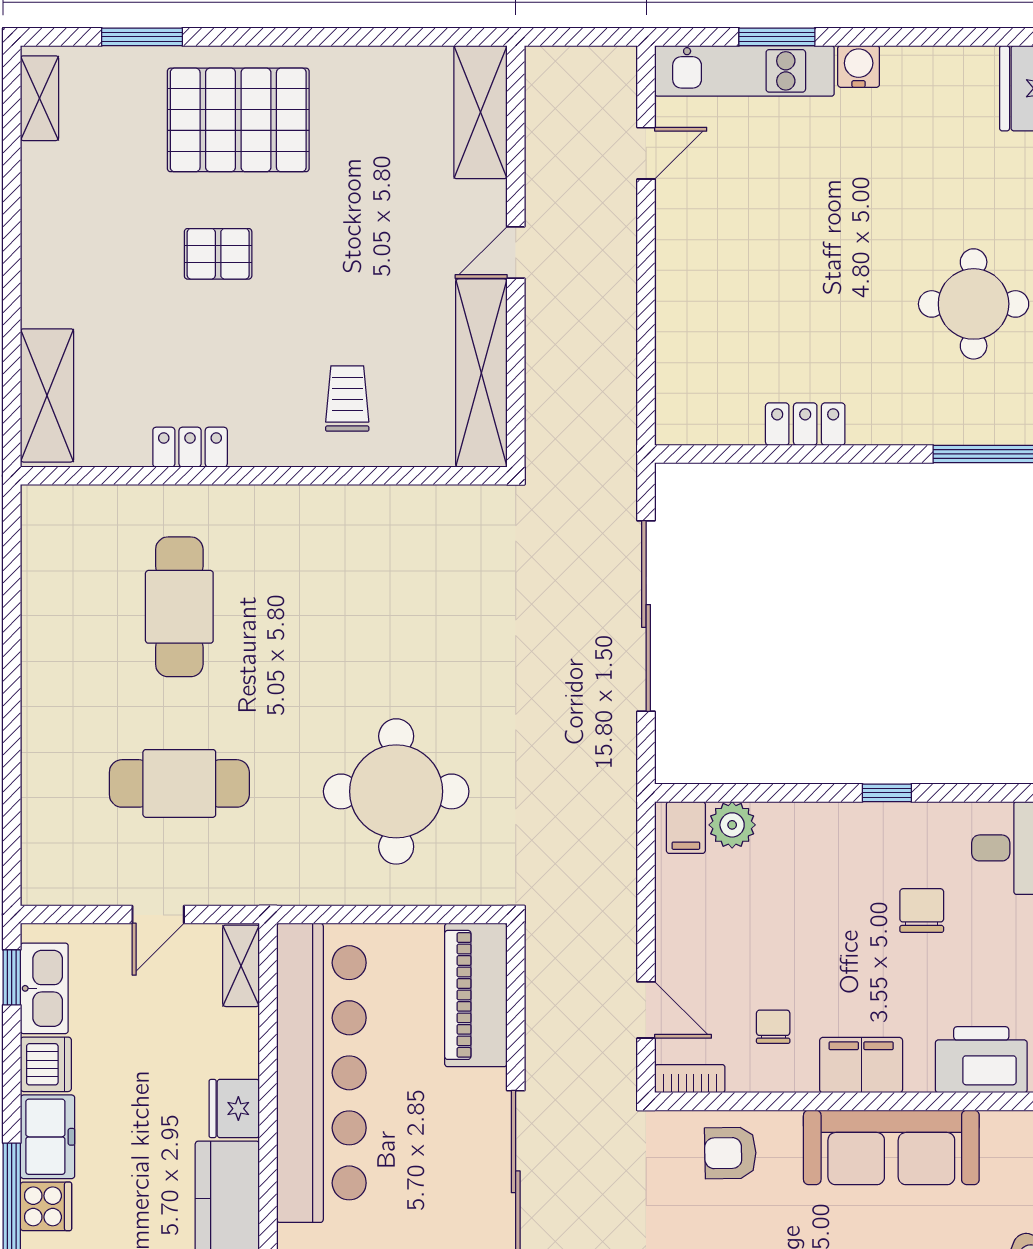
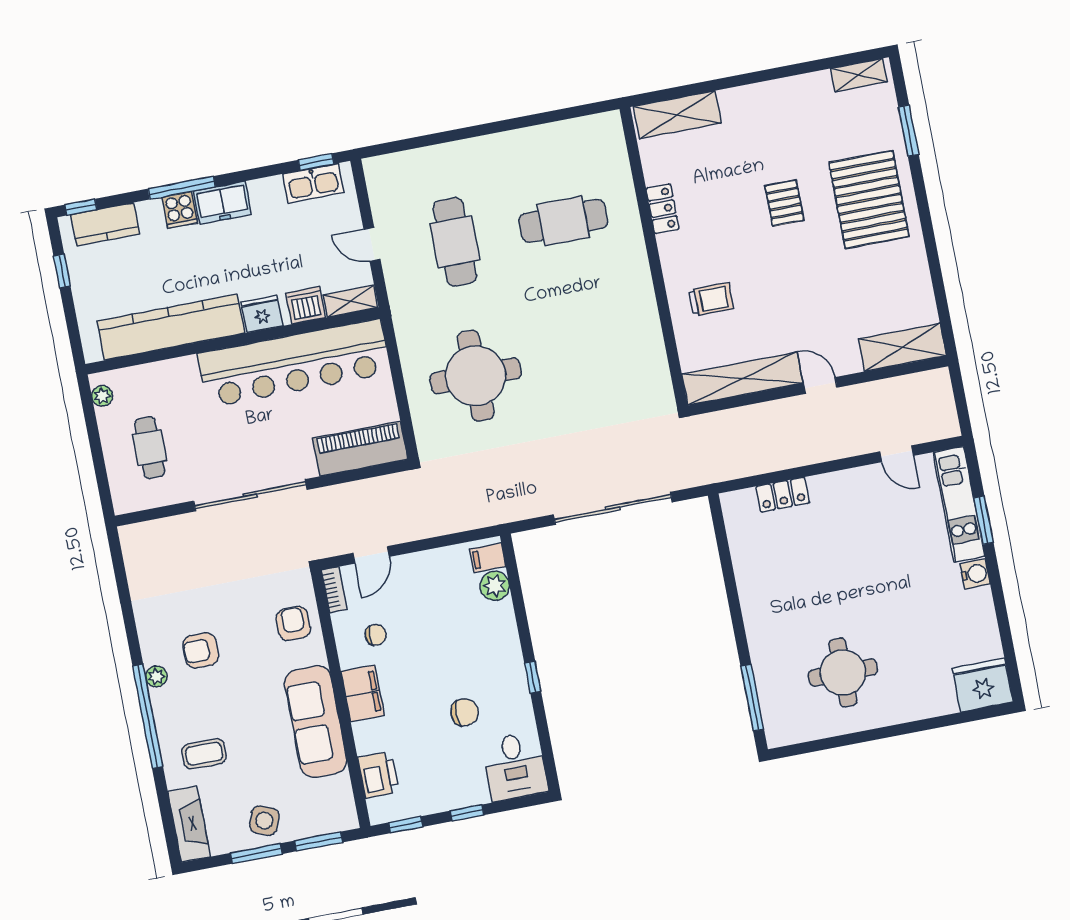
locker: (805, 424) -> (783, 495), moved, turned 90
printer: (981, 1060) -> (378, 775), width x0.73, depth x0.84
dishwasher: (46, 1064) -> (306, 305), moved, turned 180

